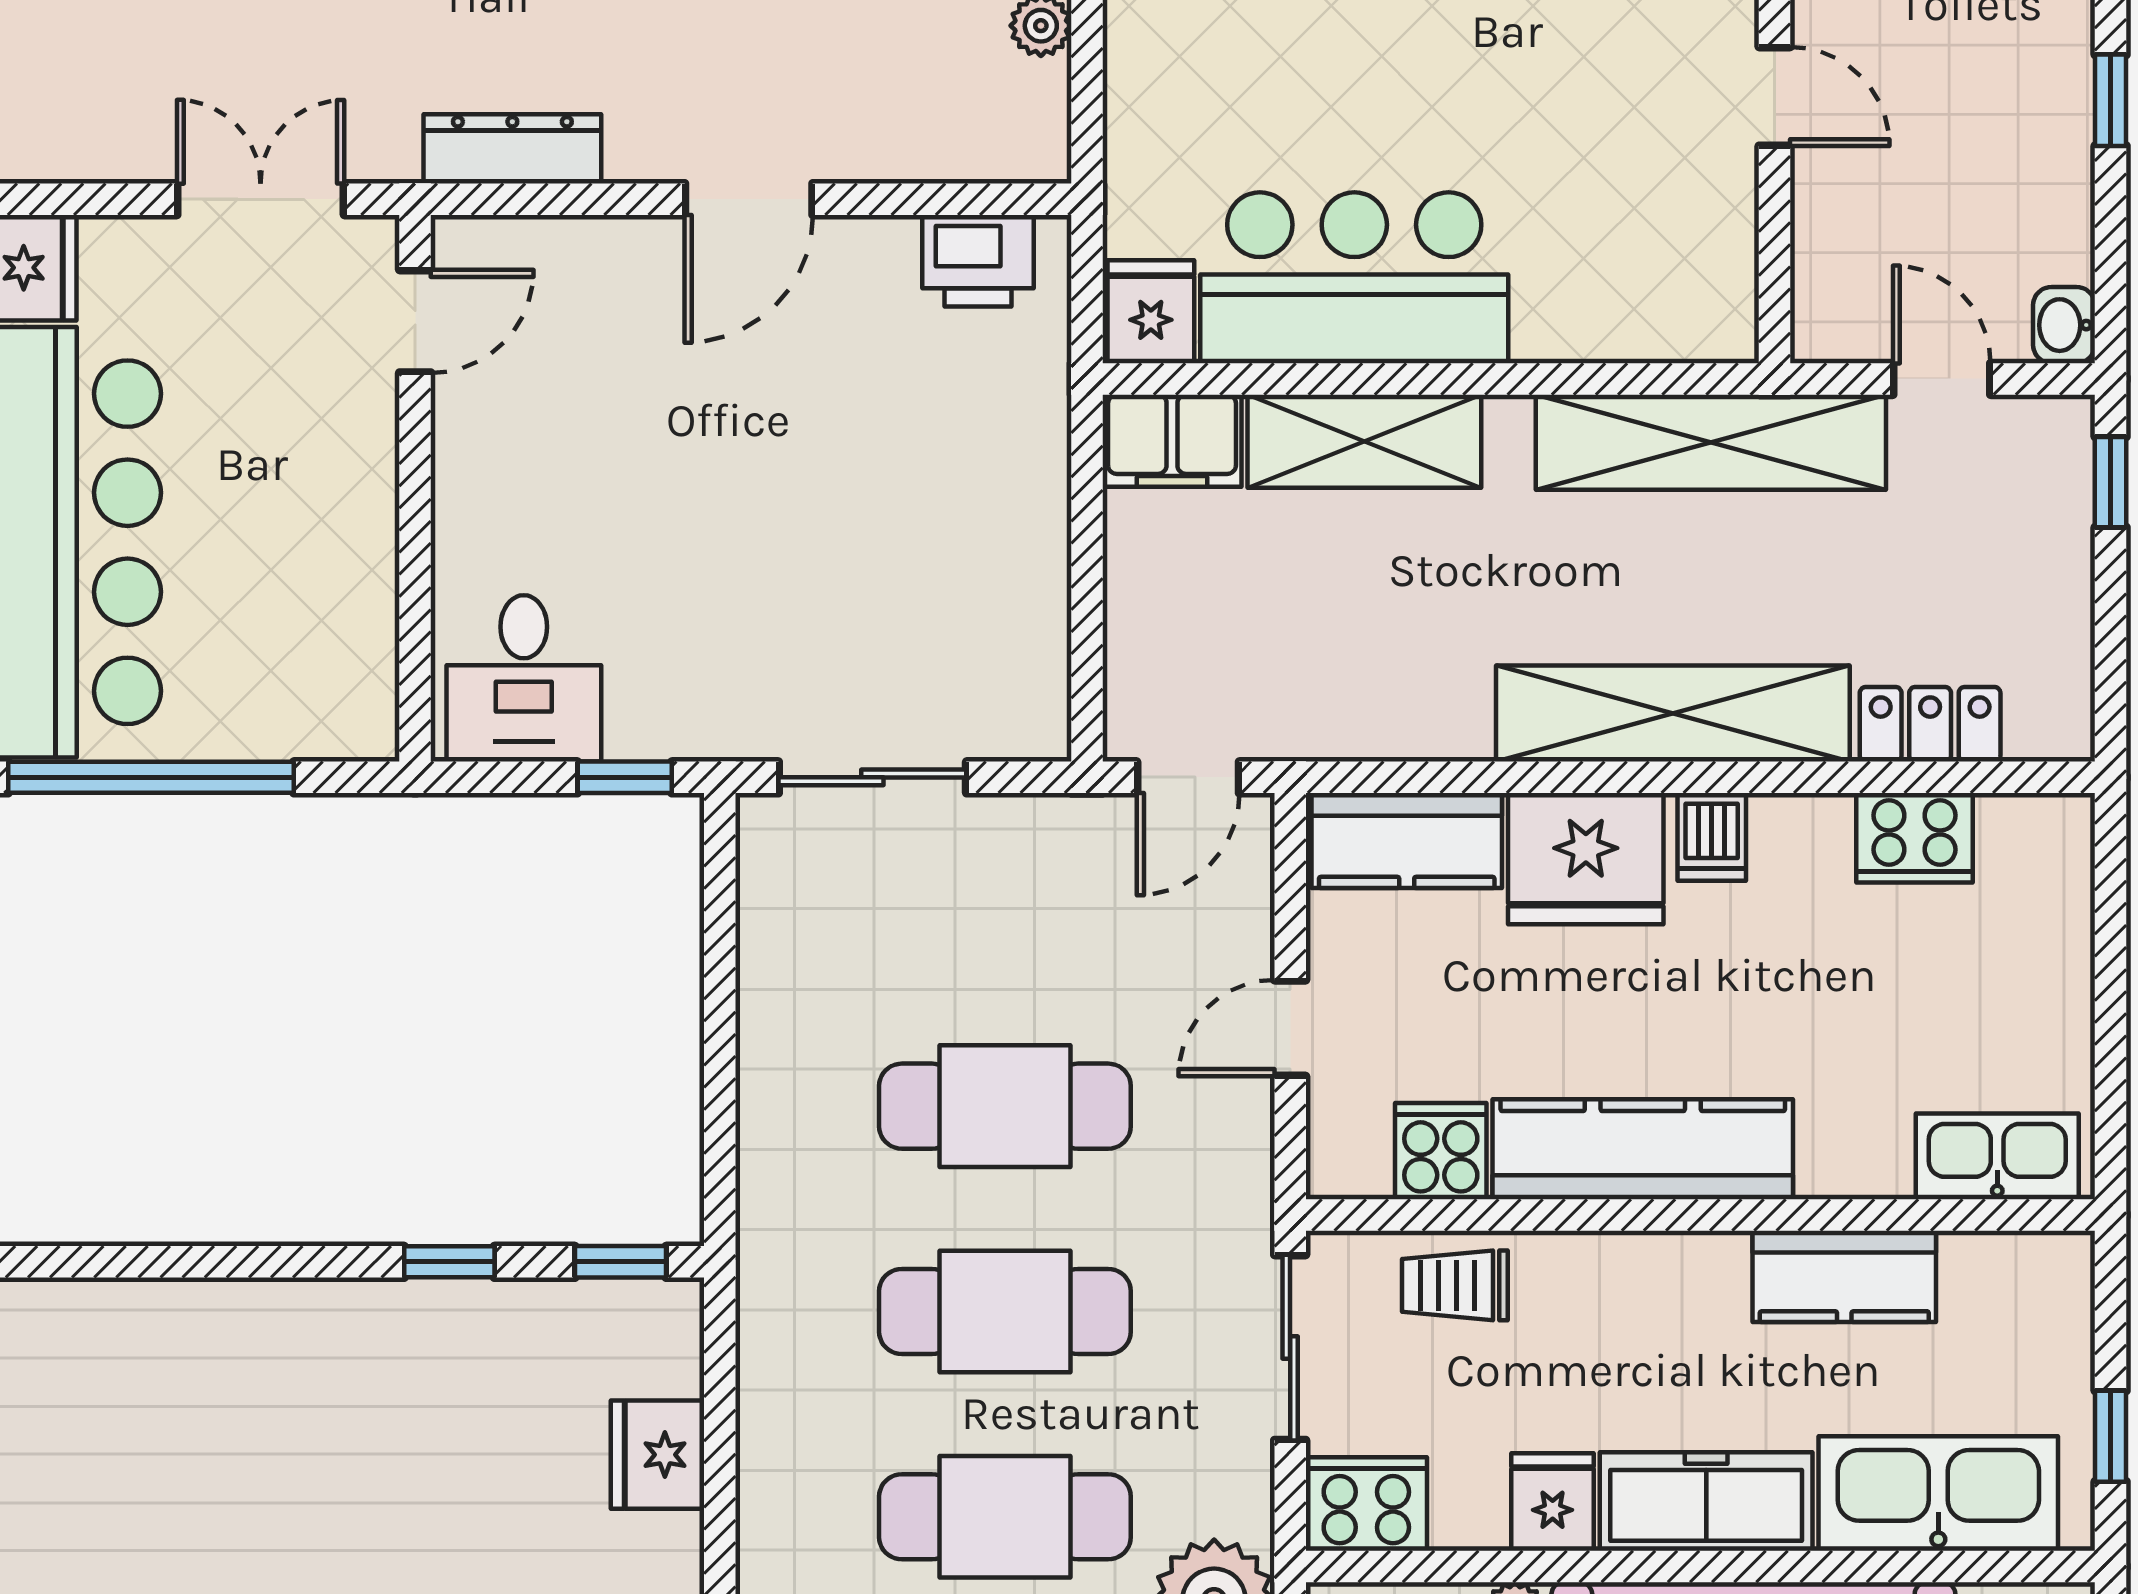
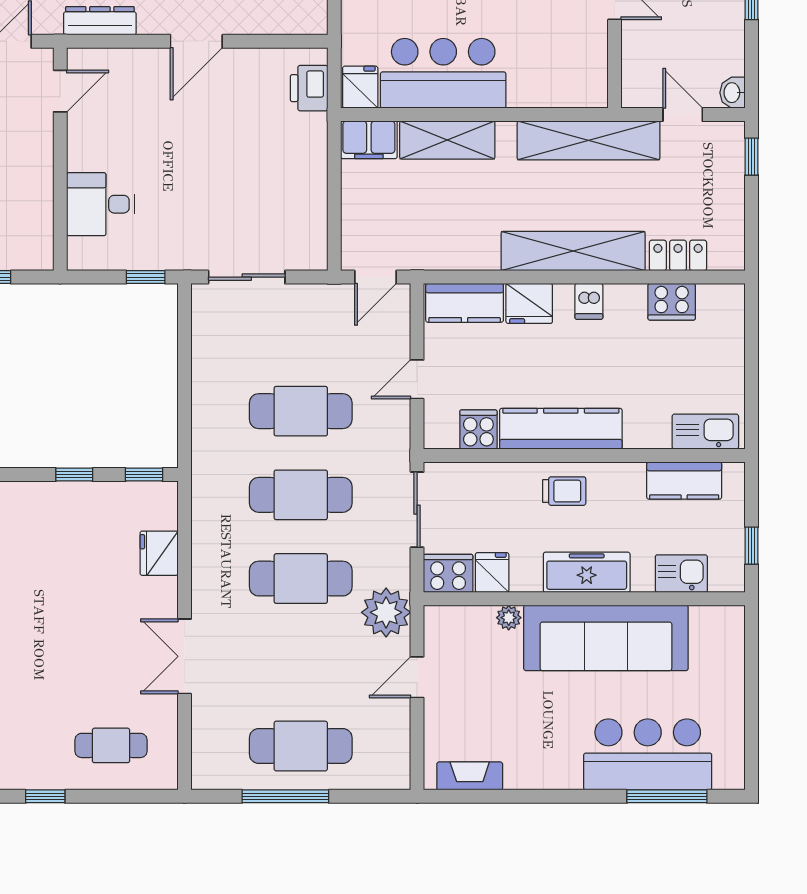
printer: (978, 261) -> (309, 88), moved, turned 90
desk: (524, 678) -> (101, 204), moved, turned 90
fridge: (1586, 859) -> (529, 303), width x0.73, depth x0.75
kitchen counter: (1844, 1276) -> (684, 481), moved
trolley: (1455, 1285) -> (564, 491), moved, turned 180
kitchen sink: (1938, 1493) -> (681, 574), width x0.53, depth x0.81
fridge: (1553, 1502) -> (492, 573), moved

